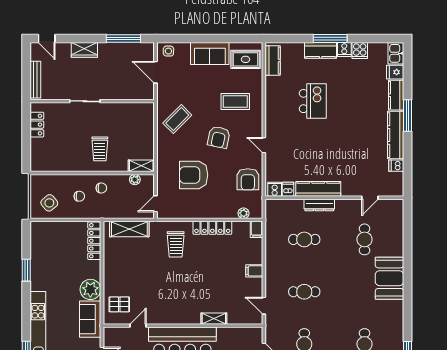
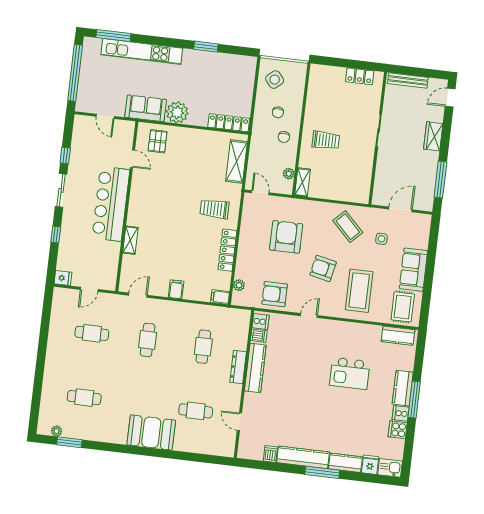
side table: (168, 51) -> (382, 239), moved
coffee table: (235, 101) -> (359, 291), width x1.36, depth x1.32
trolley: (100, 149) -> (326, 140), turned 180

